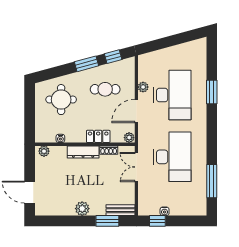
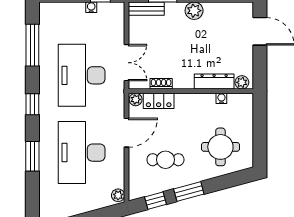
plant: (143, 87) -> (118, 195), moved
window: (212, 134) -> (32, 104), added
locker: (98, 136) -> (159, 101), moved
dresser: (83, 152) -> (214, 81), moved

